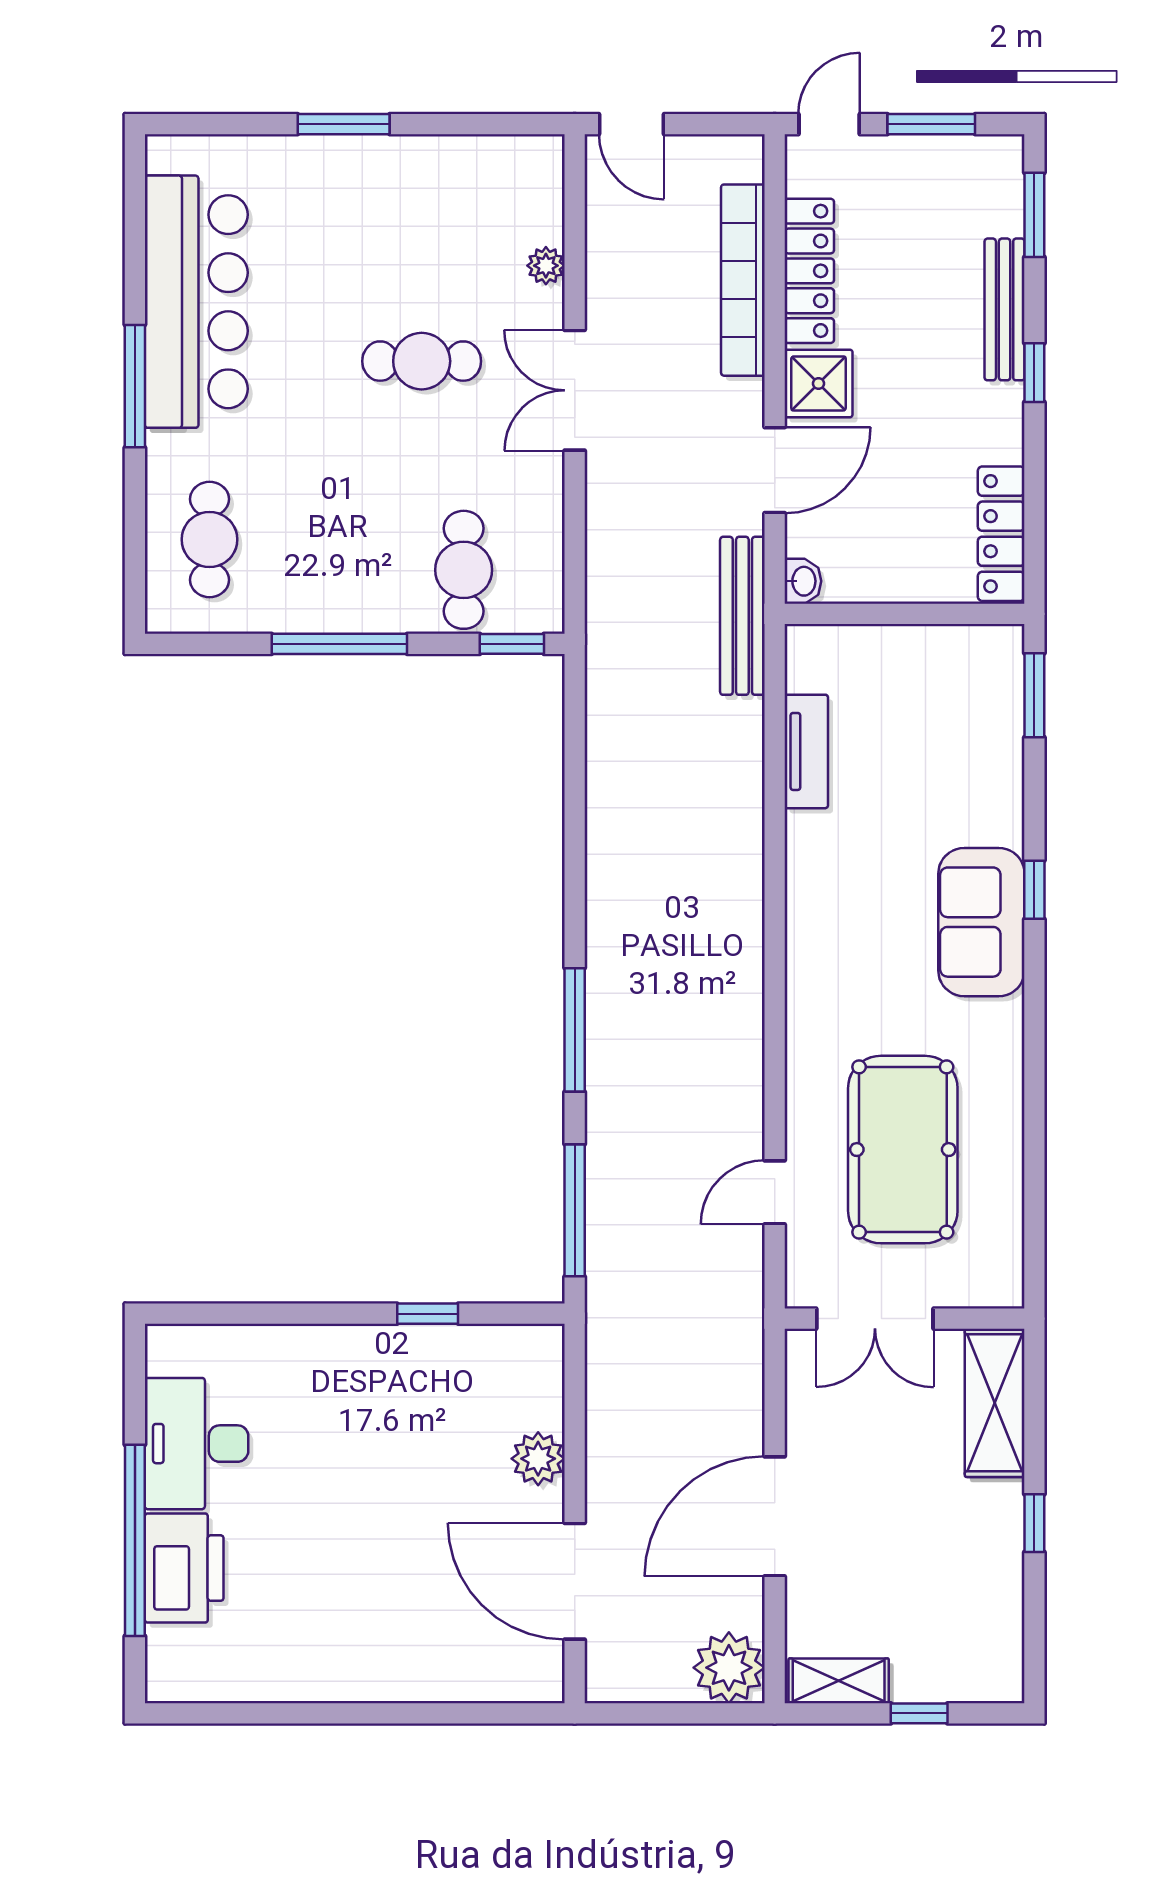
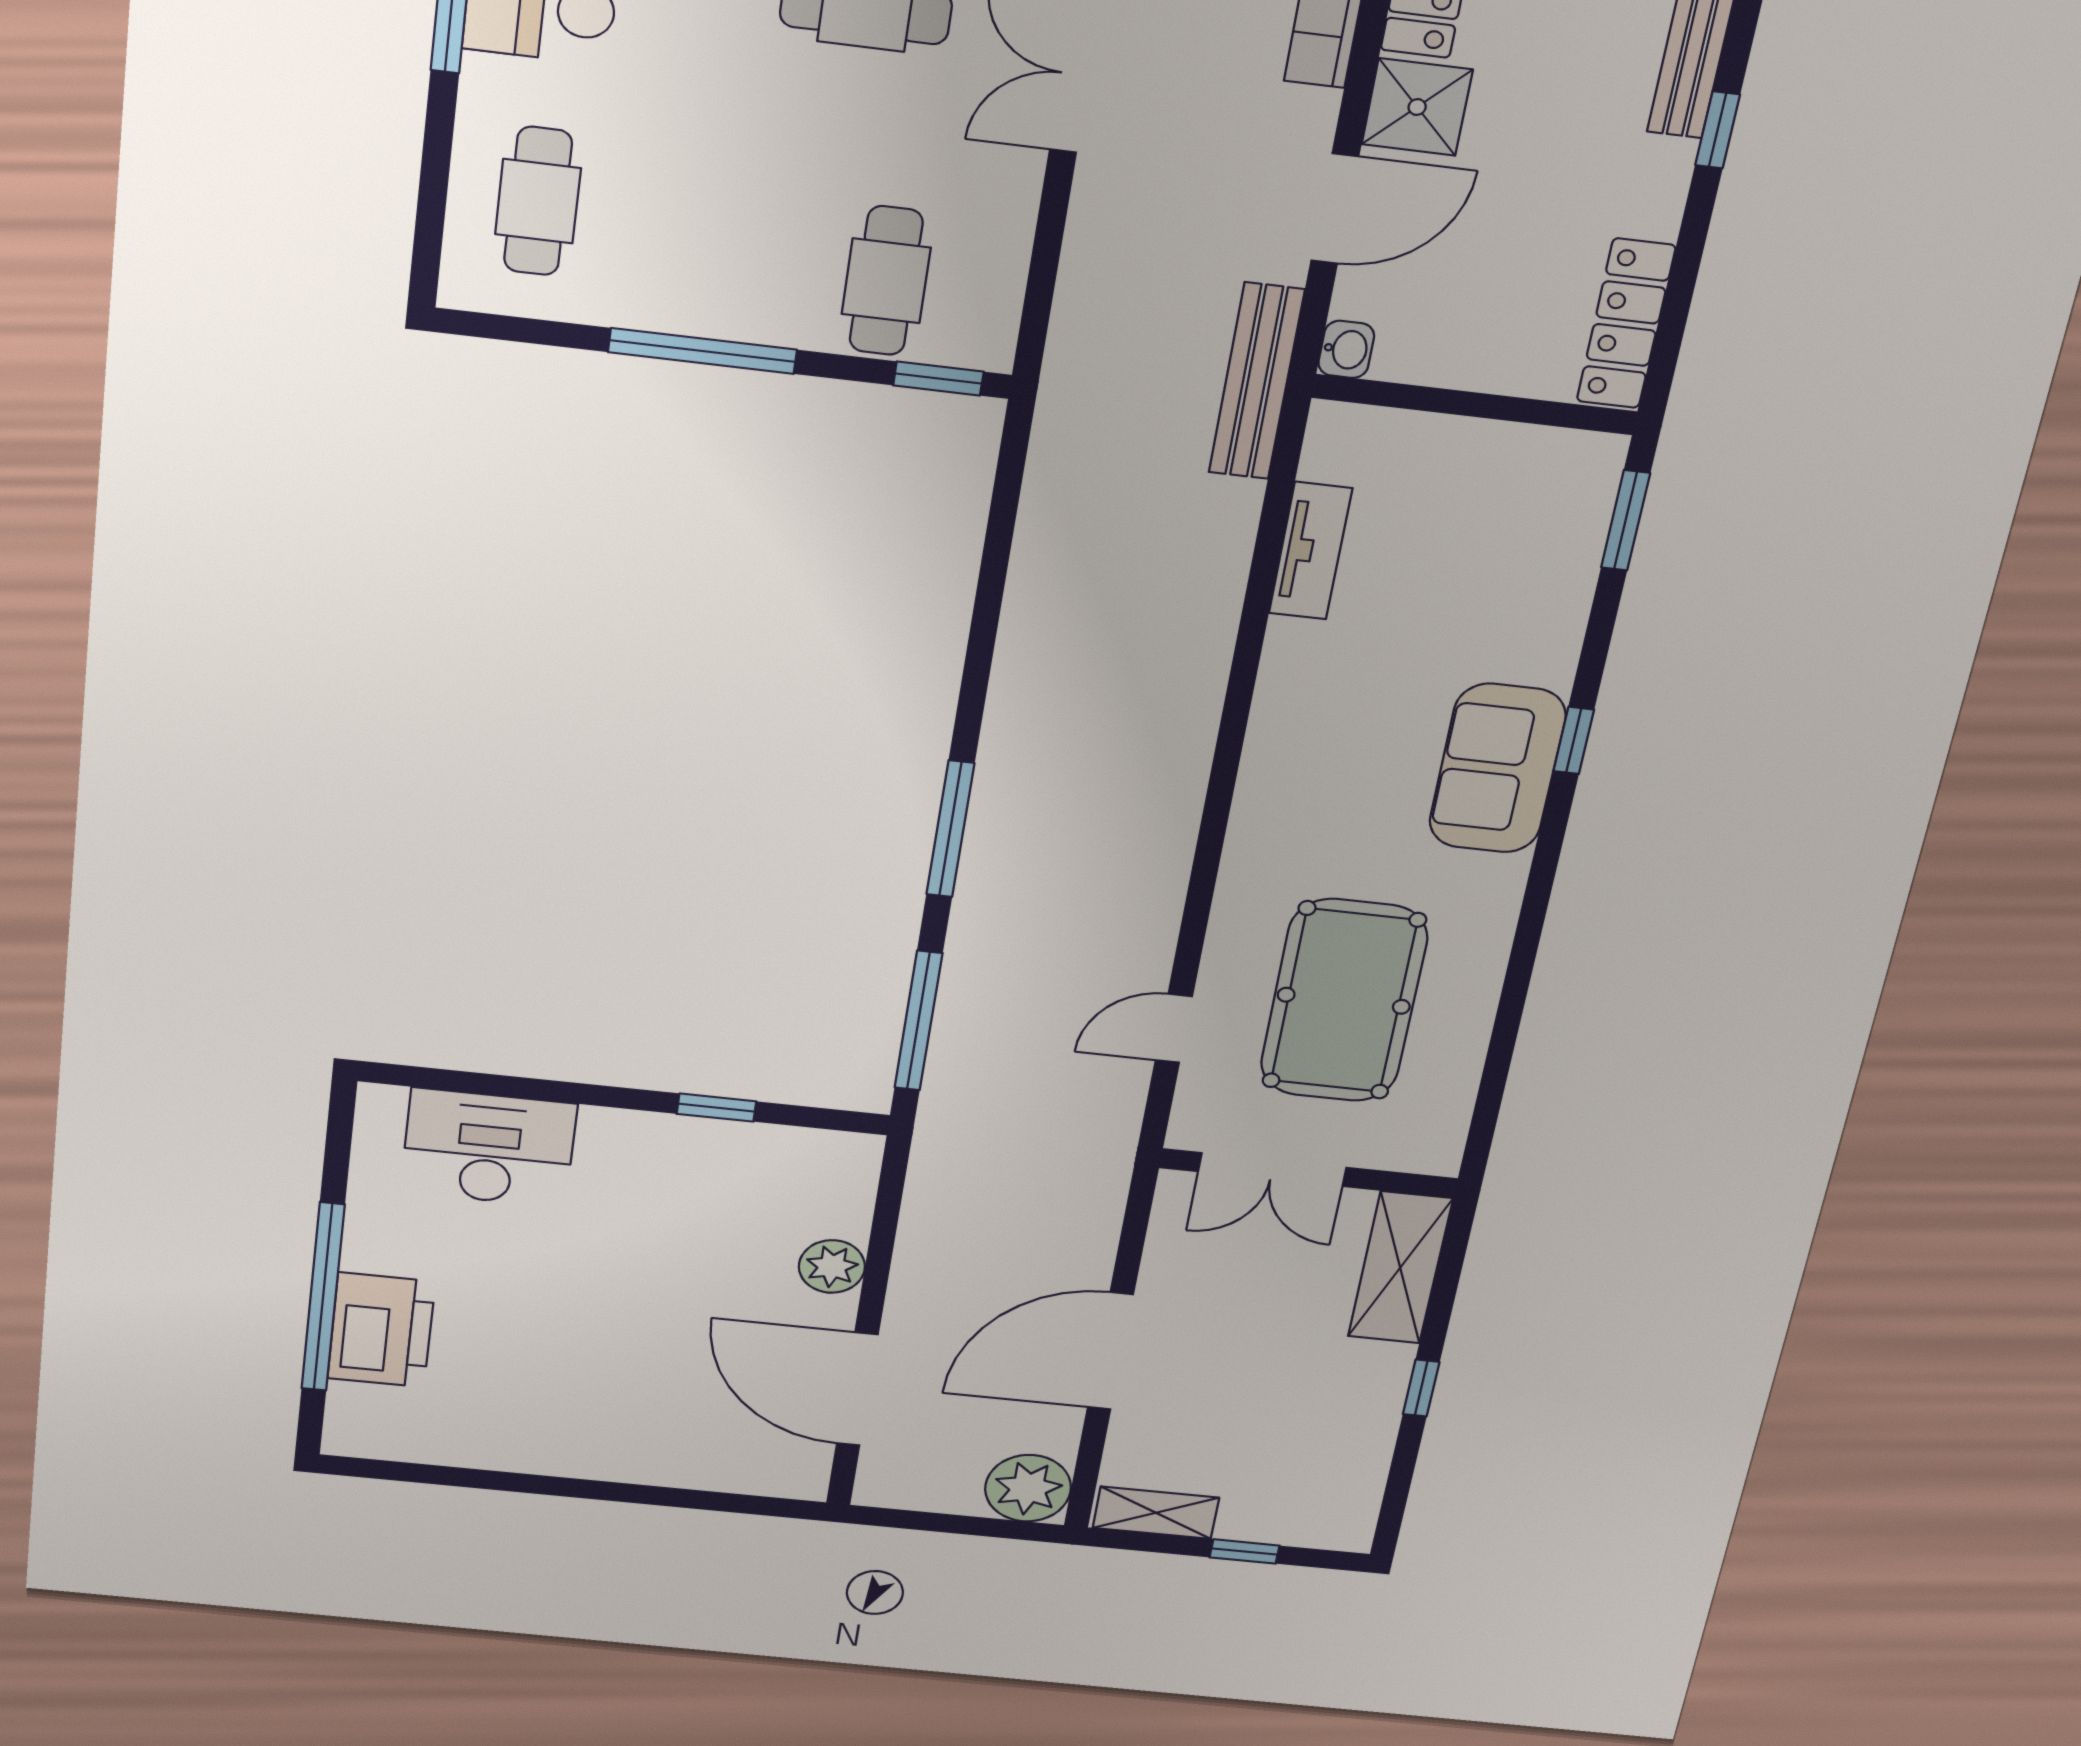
desk: (197, 1444) -> (489, 1148), moved, turned 90

